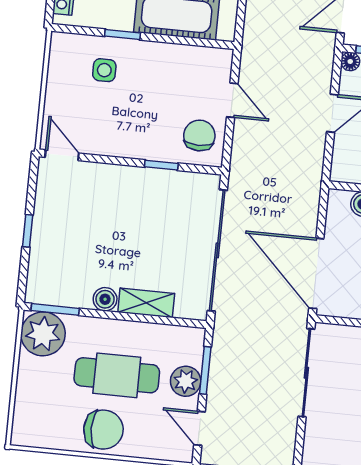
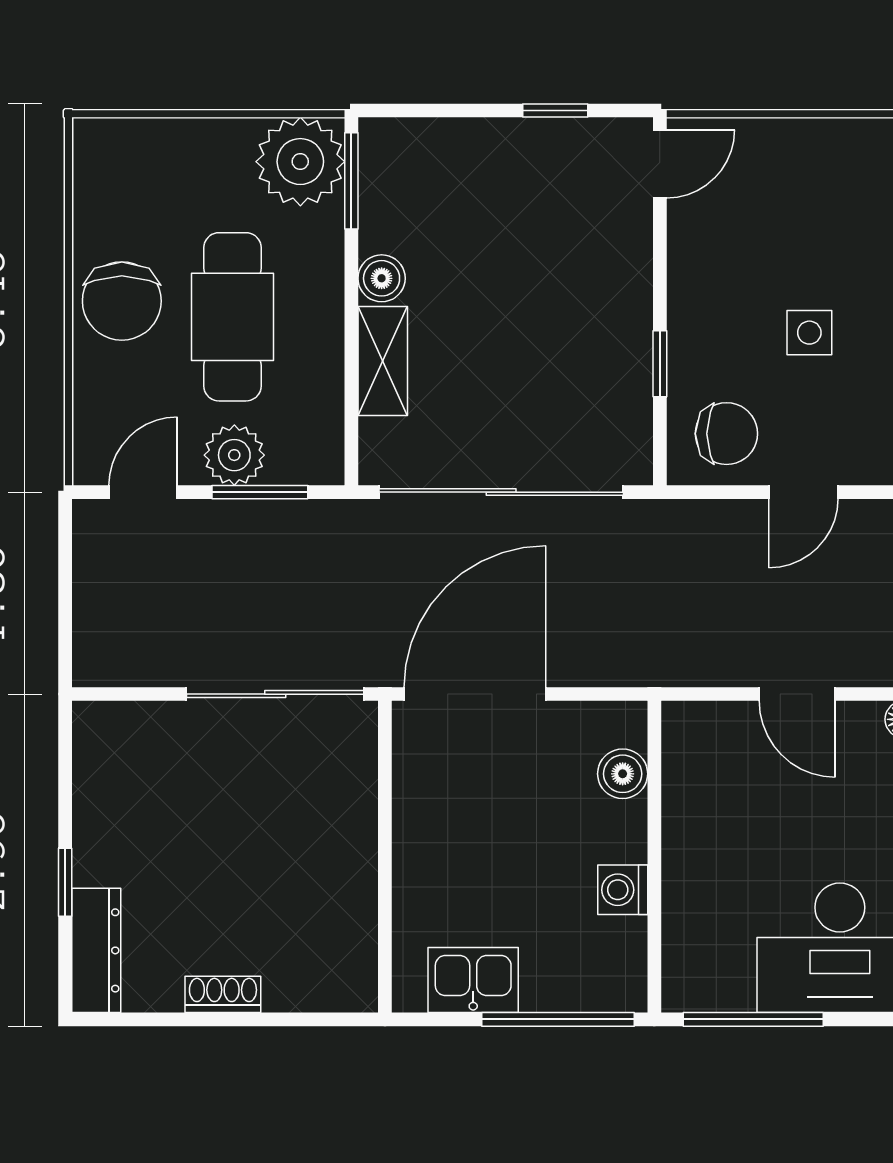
side table: (104, 70) -> (809, 333), moved
window: (28, 231) -> (555, 110), moved

